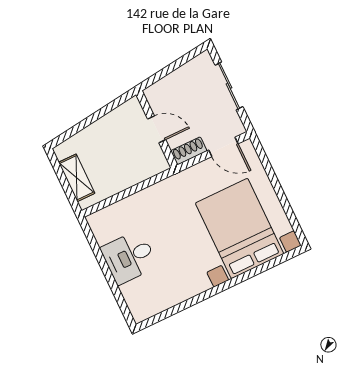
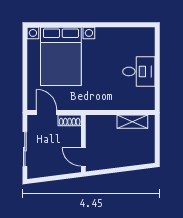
door: (157, 129) -> (83, 157), moved
shelving: (77, 178) -> (132, 122), moved, turned 90

